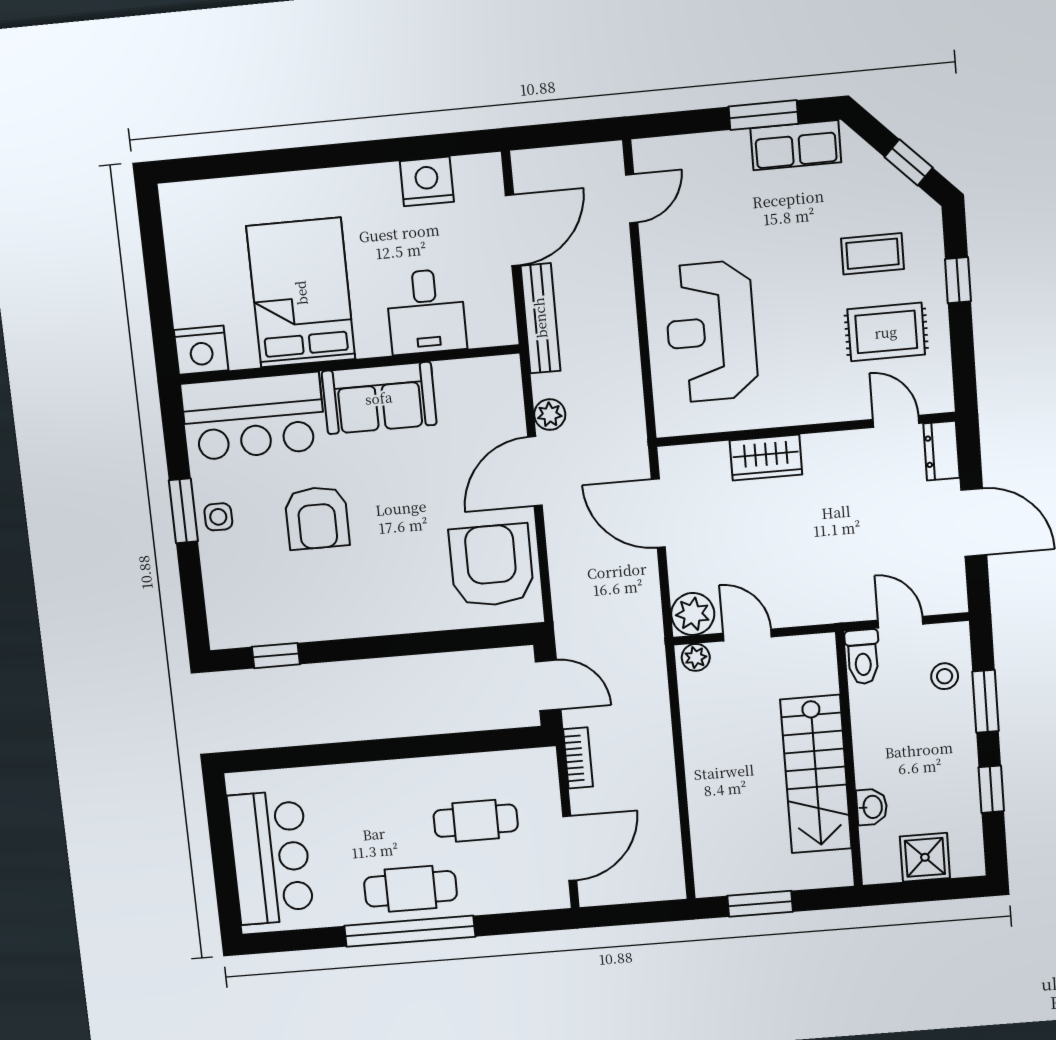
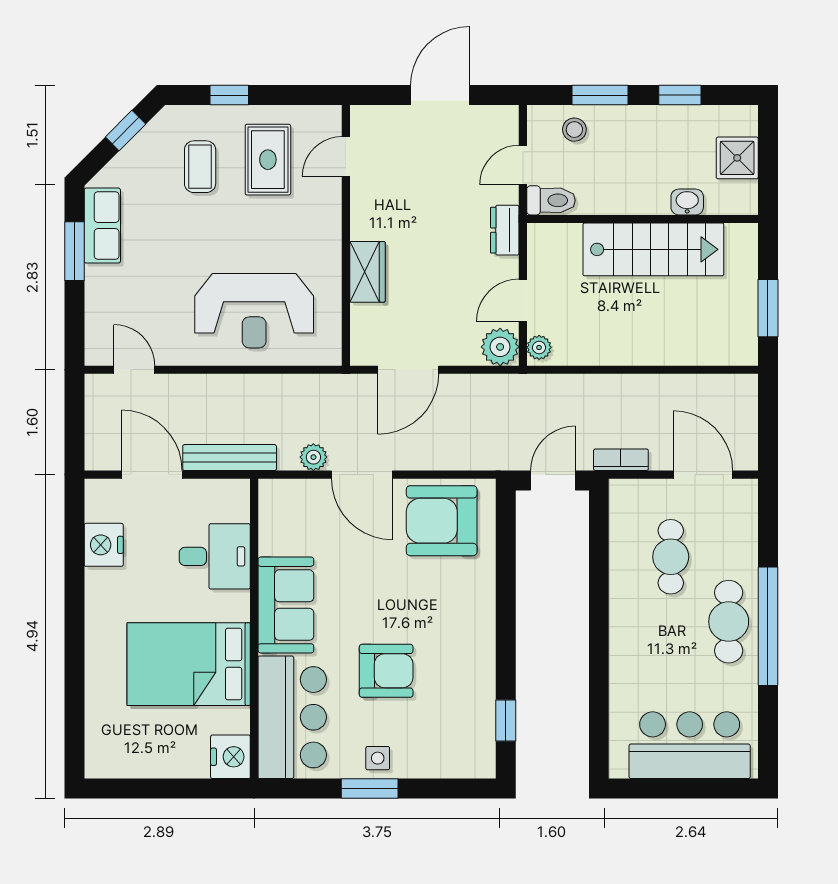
dresser: (941, 451) -> (505, 230), moved, turned 90

